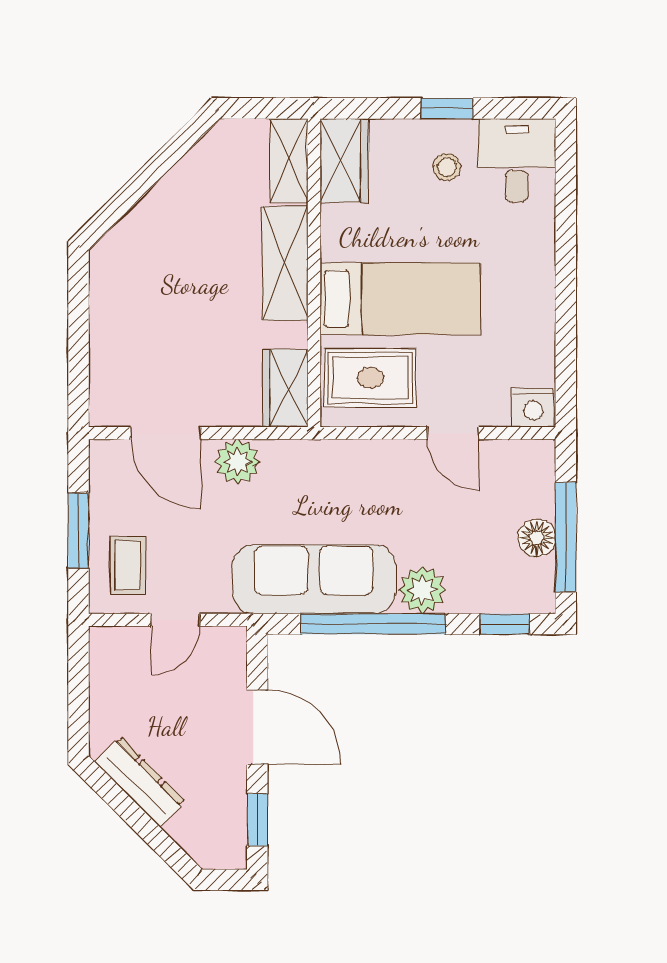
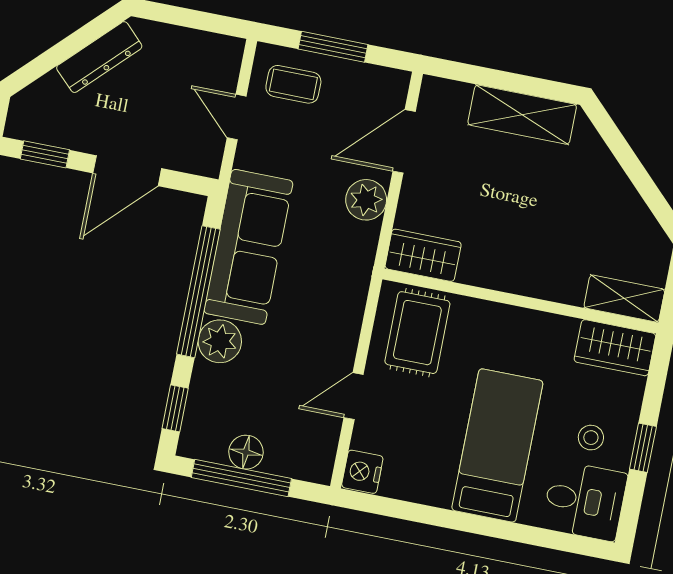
shelving: (285, 263) -> (522, 115), moved
bed: (400, 299) -> (497, 445), moved, turned 180

